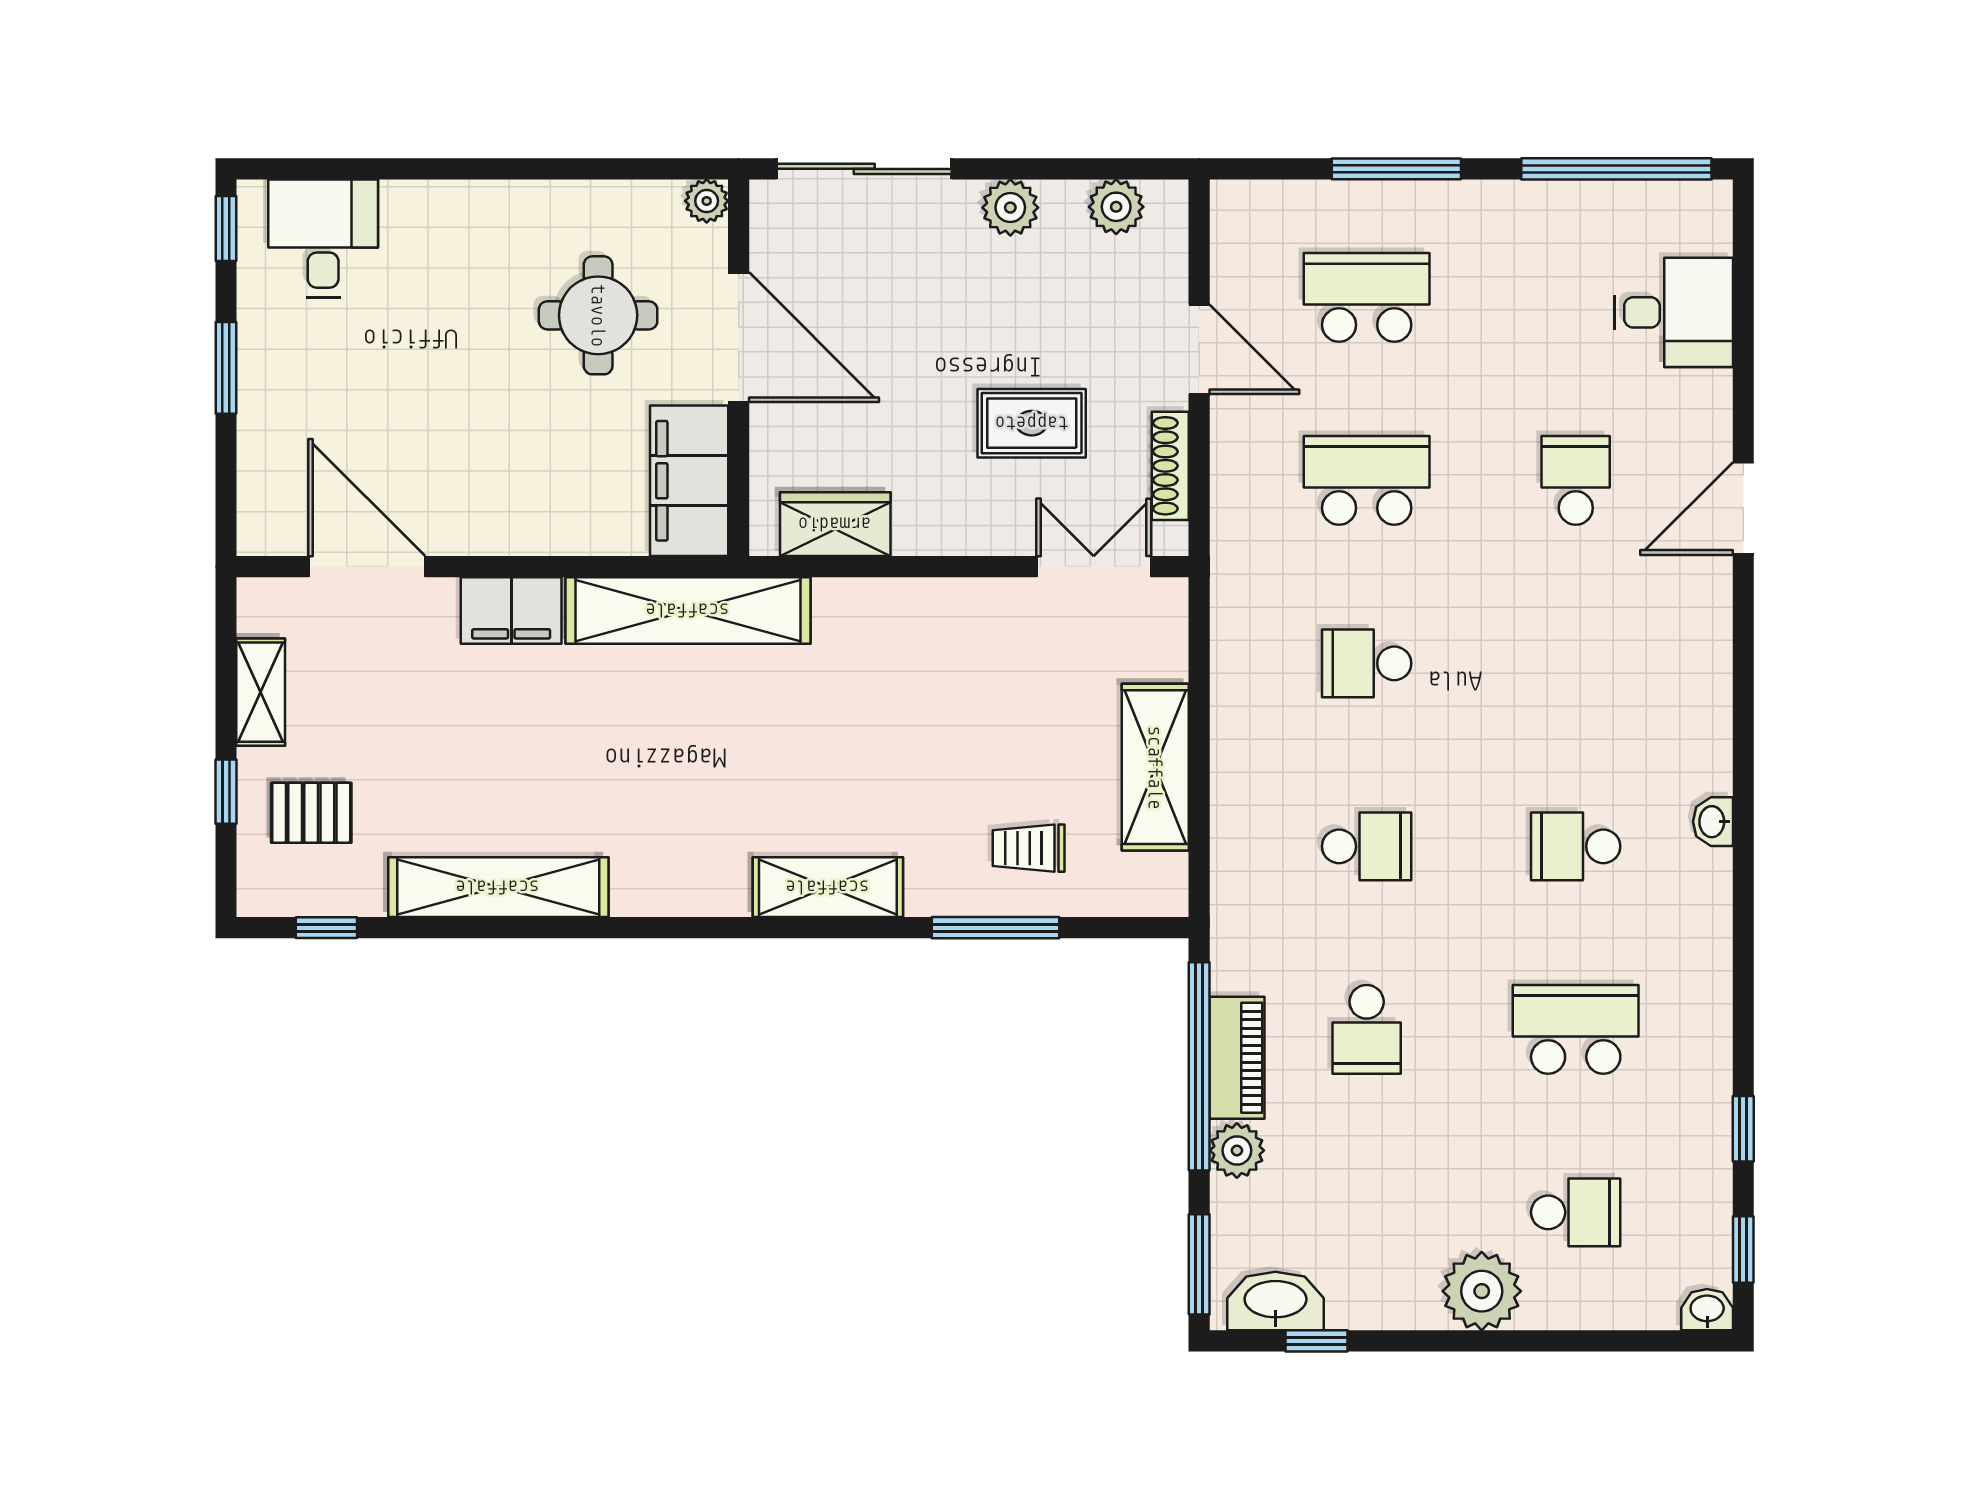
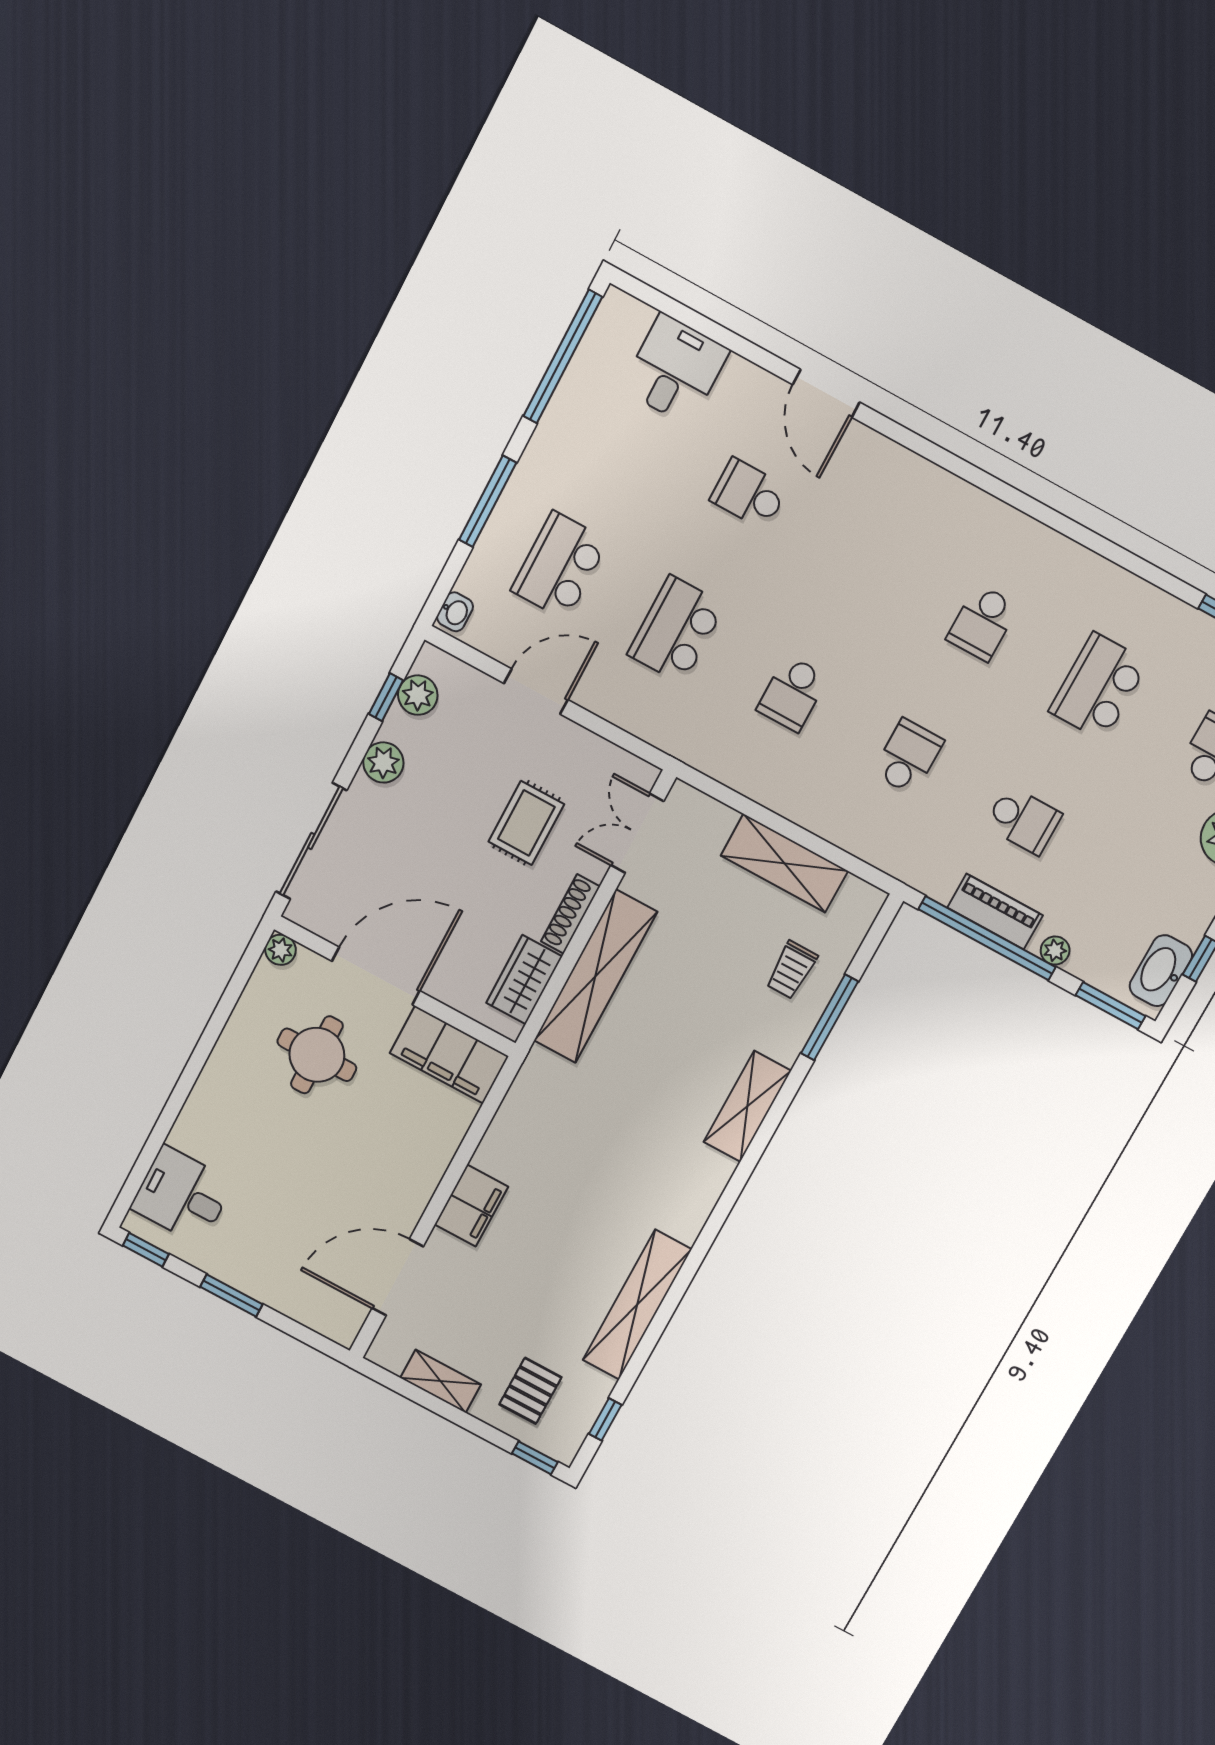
window: (1092, 169) -> (386, 697), added
shoe rack: (1170, 466) -> (570, 914), moved, turned 90
shelving: (688, 610) -> (596, 976), moved
window: (226, 792) -> (535, 1458), moved
washbasin: (1713, 822) -> (455, 612), moved, turned -90
plant: (1237, 1150) -> (1055, 950), width x0.73, depth x0.73

